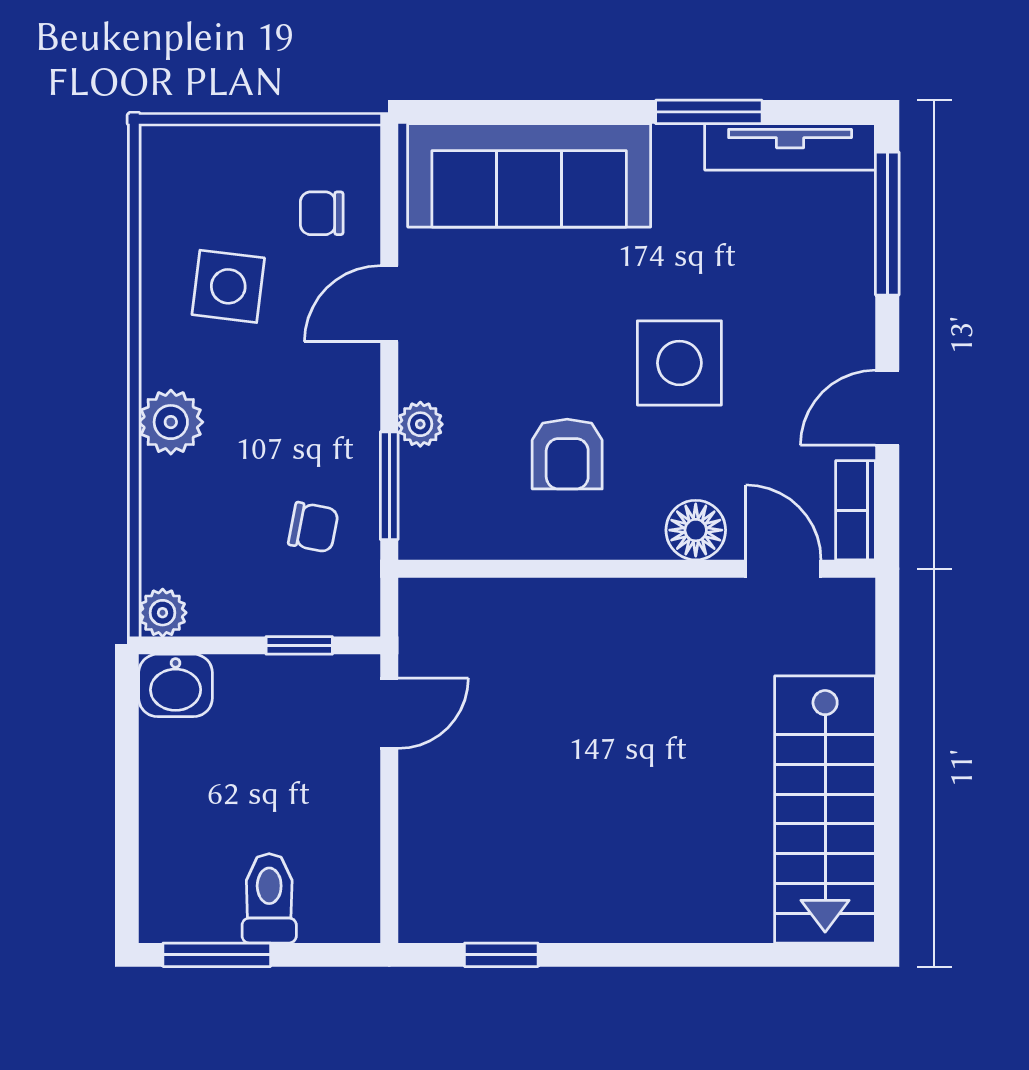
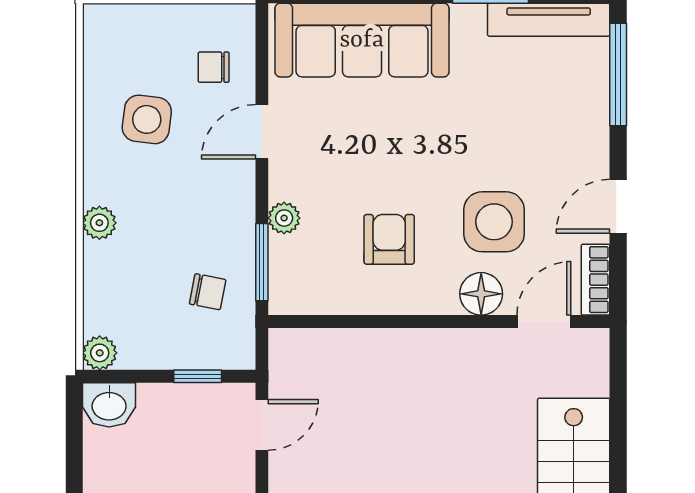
side table: (679, 363) -> (494, 222), moved
plant: (171, 422) -> (99, 223), width x0.73, depth x0.73
armchair: (567, 454) -> (389, 239), turned 180
door: (783, 569) -> (544, 321), hinge flipped

